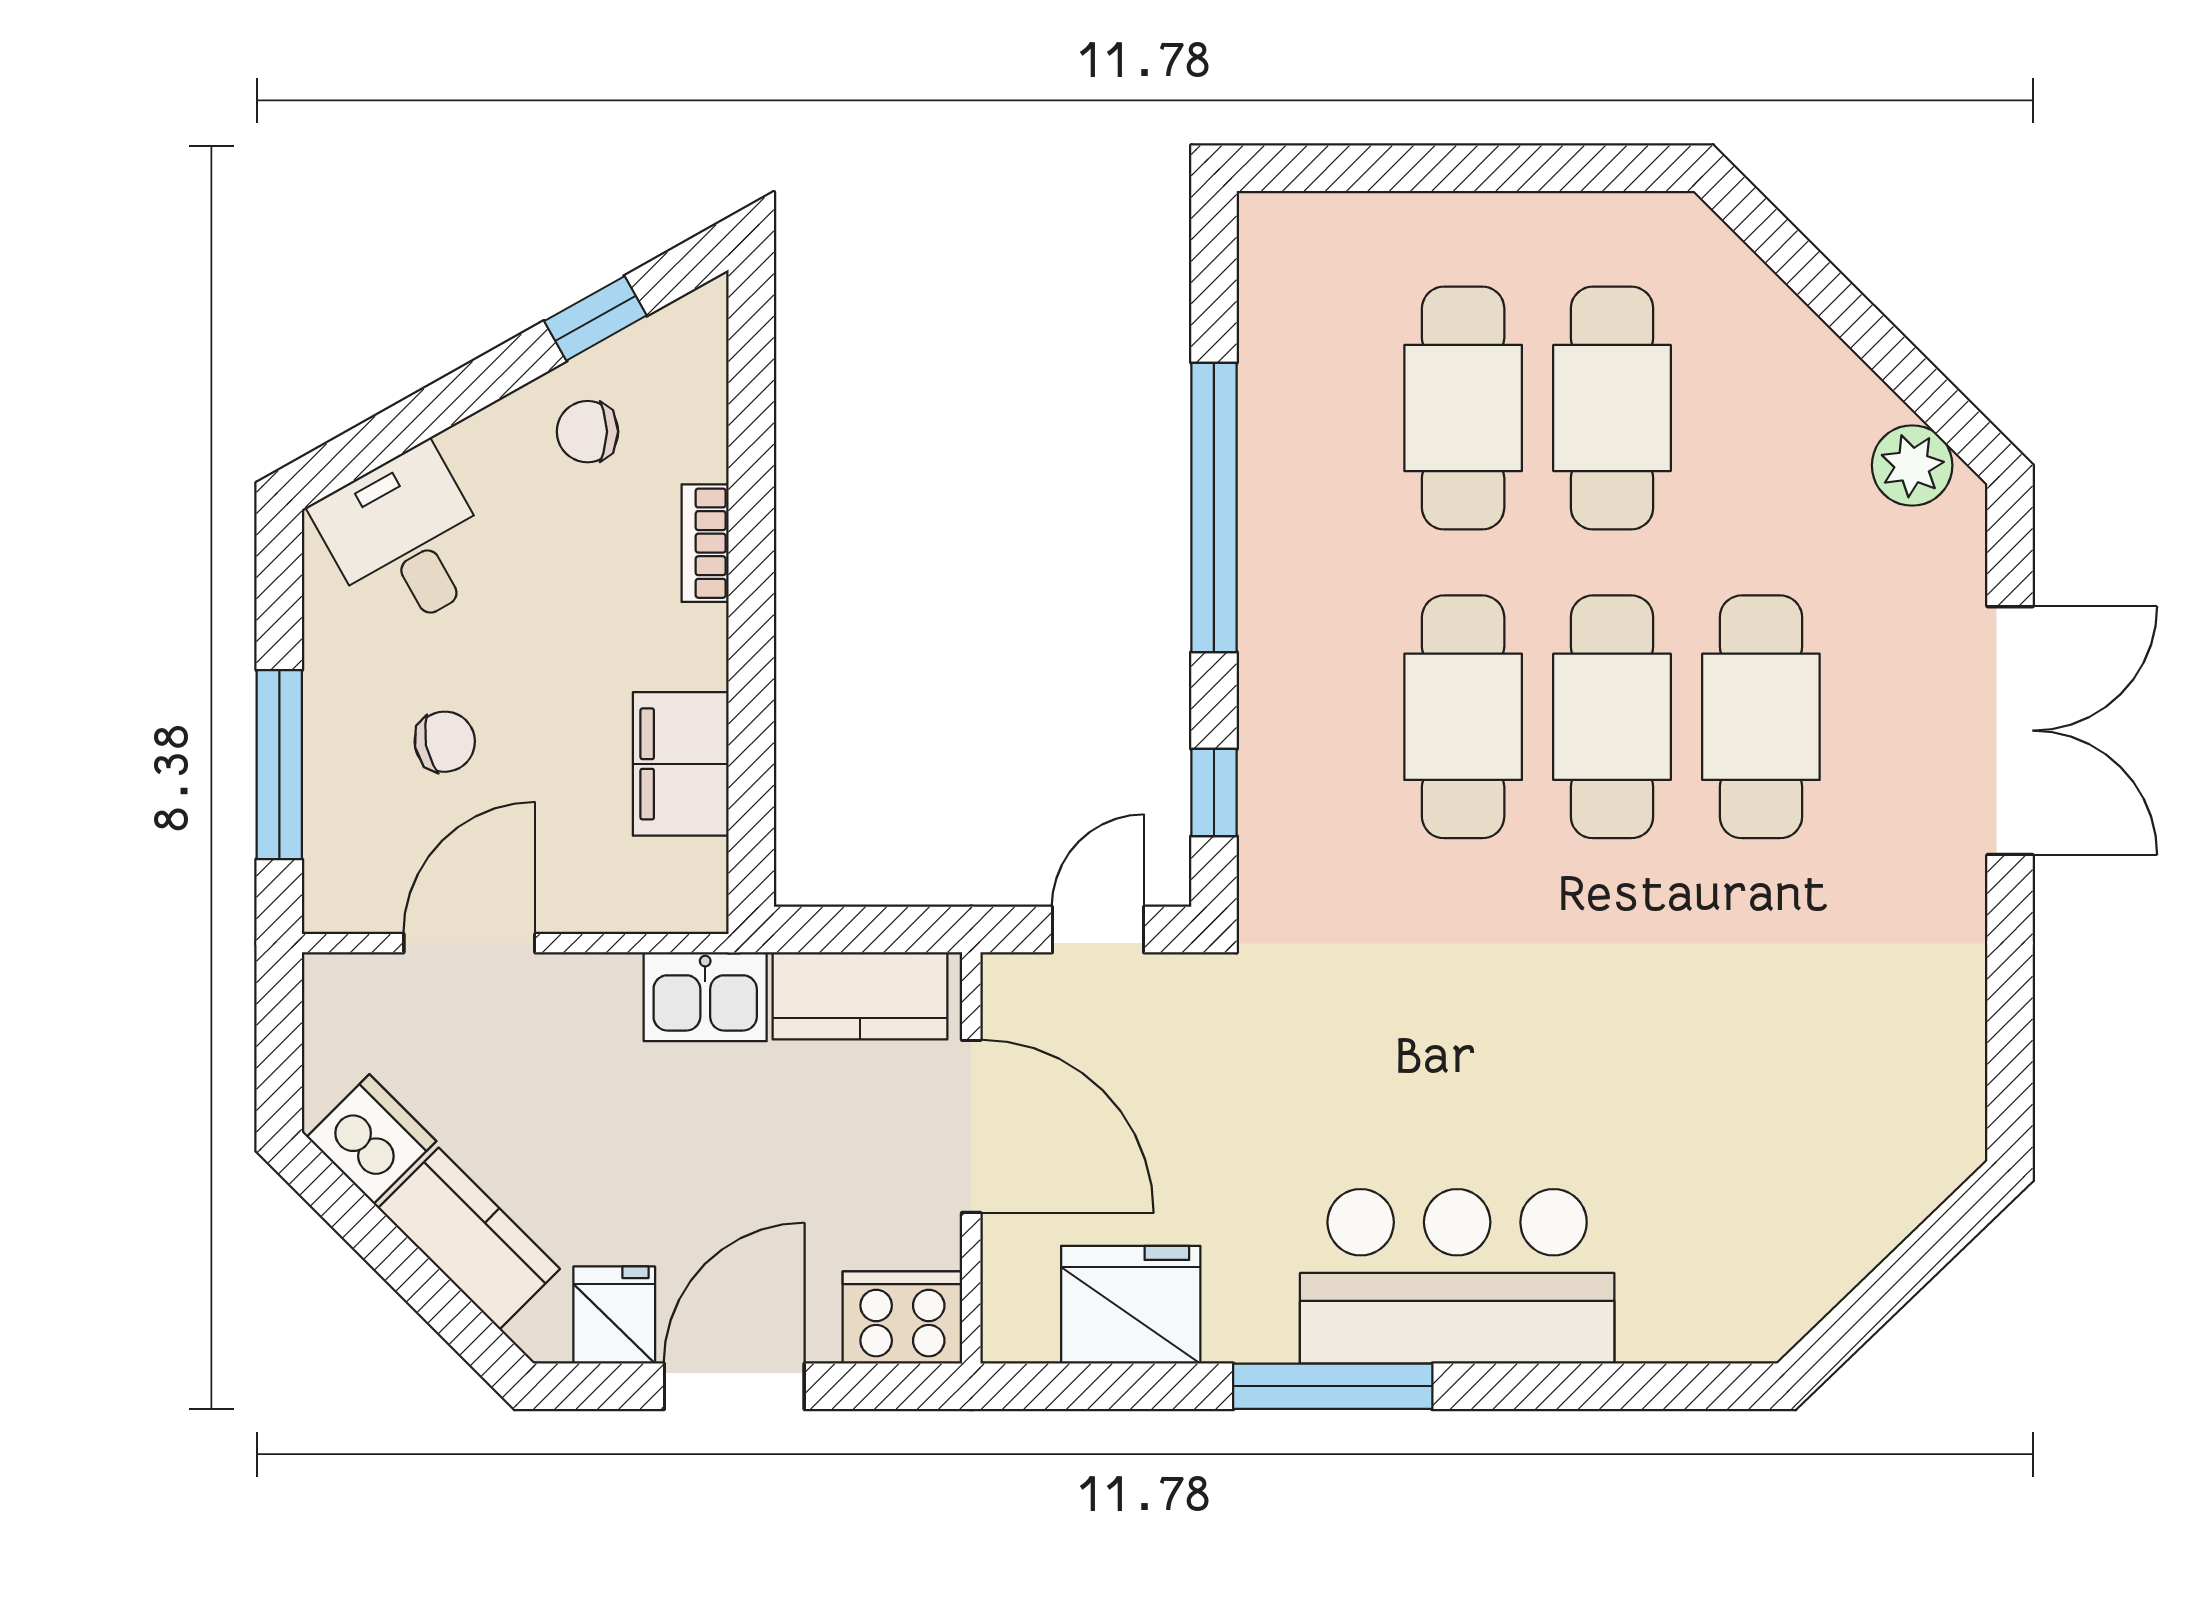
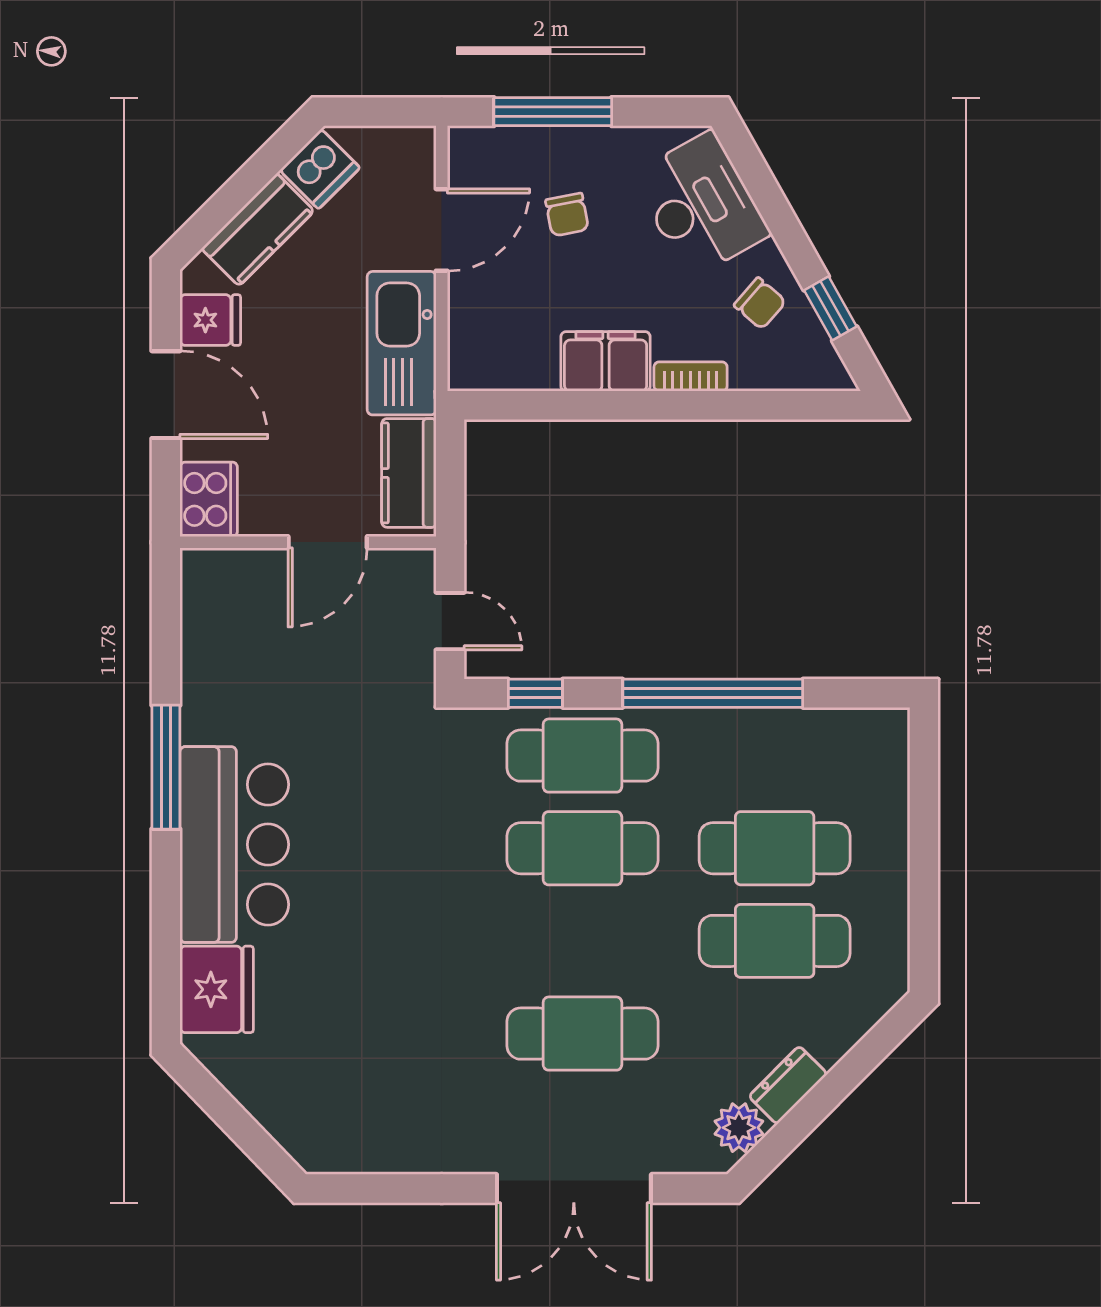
dresser: (1844, 386) -> (788, 1085), added
chair: (588, 432) -> (760, 303), turned 131
desk: (405, 540) -> (701, 205), width x1.37
cafe table: (1612, 717) -> (582, 756), moved
filing cabinet: (681, 764) -> (606, 361), moved
door: (469, 943) -> (442, 230), hinge flipped
kitchen sink: (705, 997) -> (402, 343), width x1.87, depth x1.24
door: (971, 1126) -> (328, 542), width x0.73
fridge: (1131, 1305) -> (217, 989), moved

